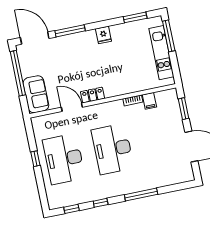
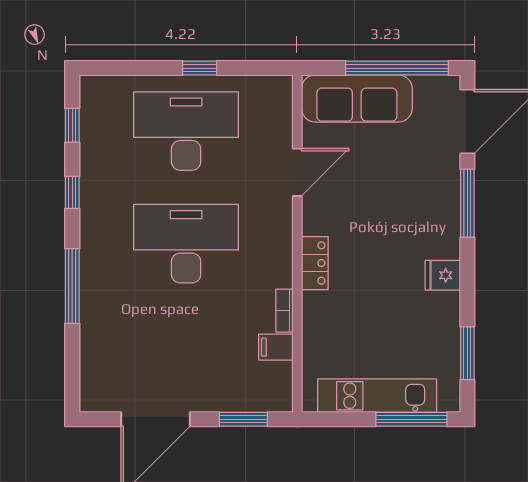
sofa: (36, 94) -> (357, 98), width x1.36
locker: (93, 95) -> (315, 263), moved

